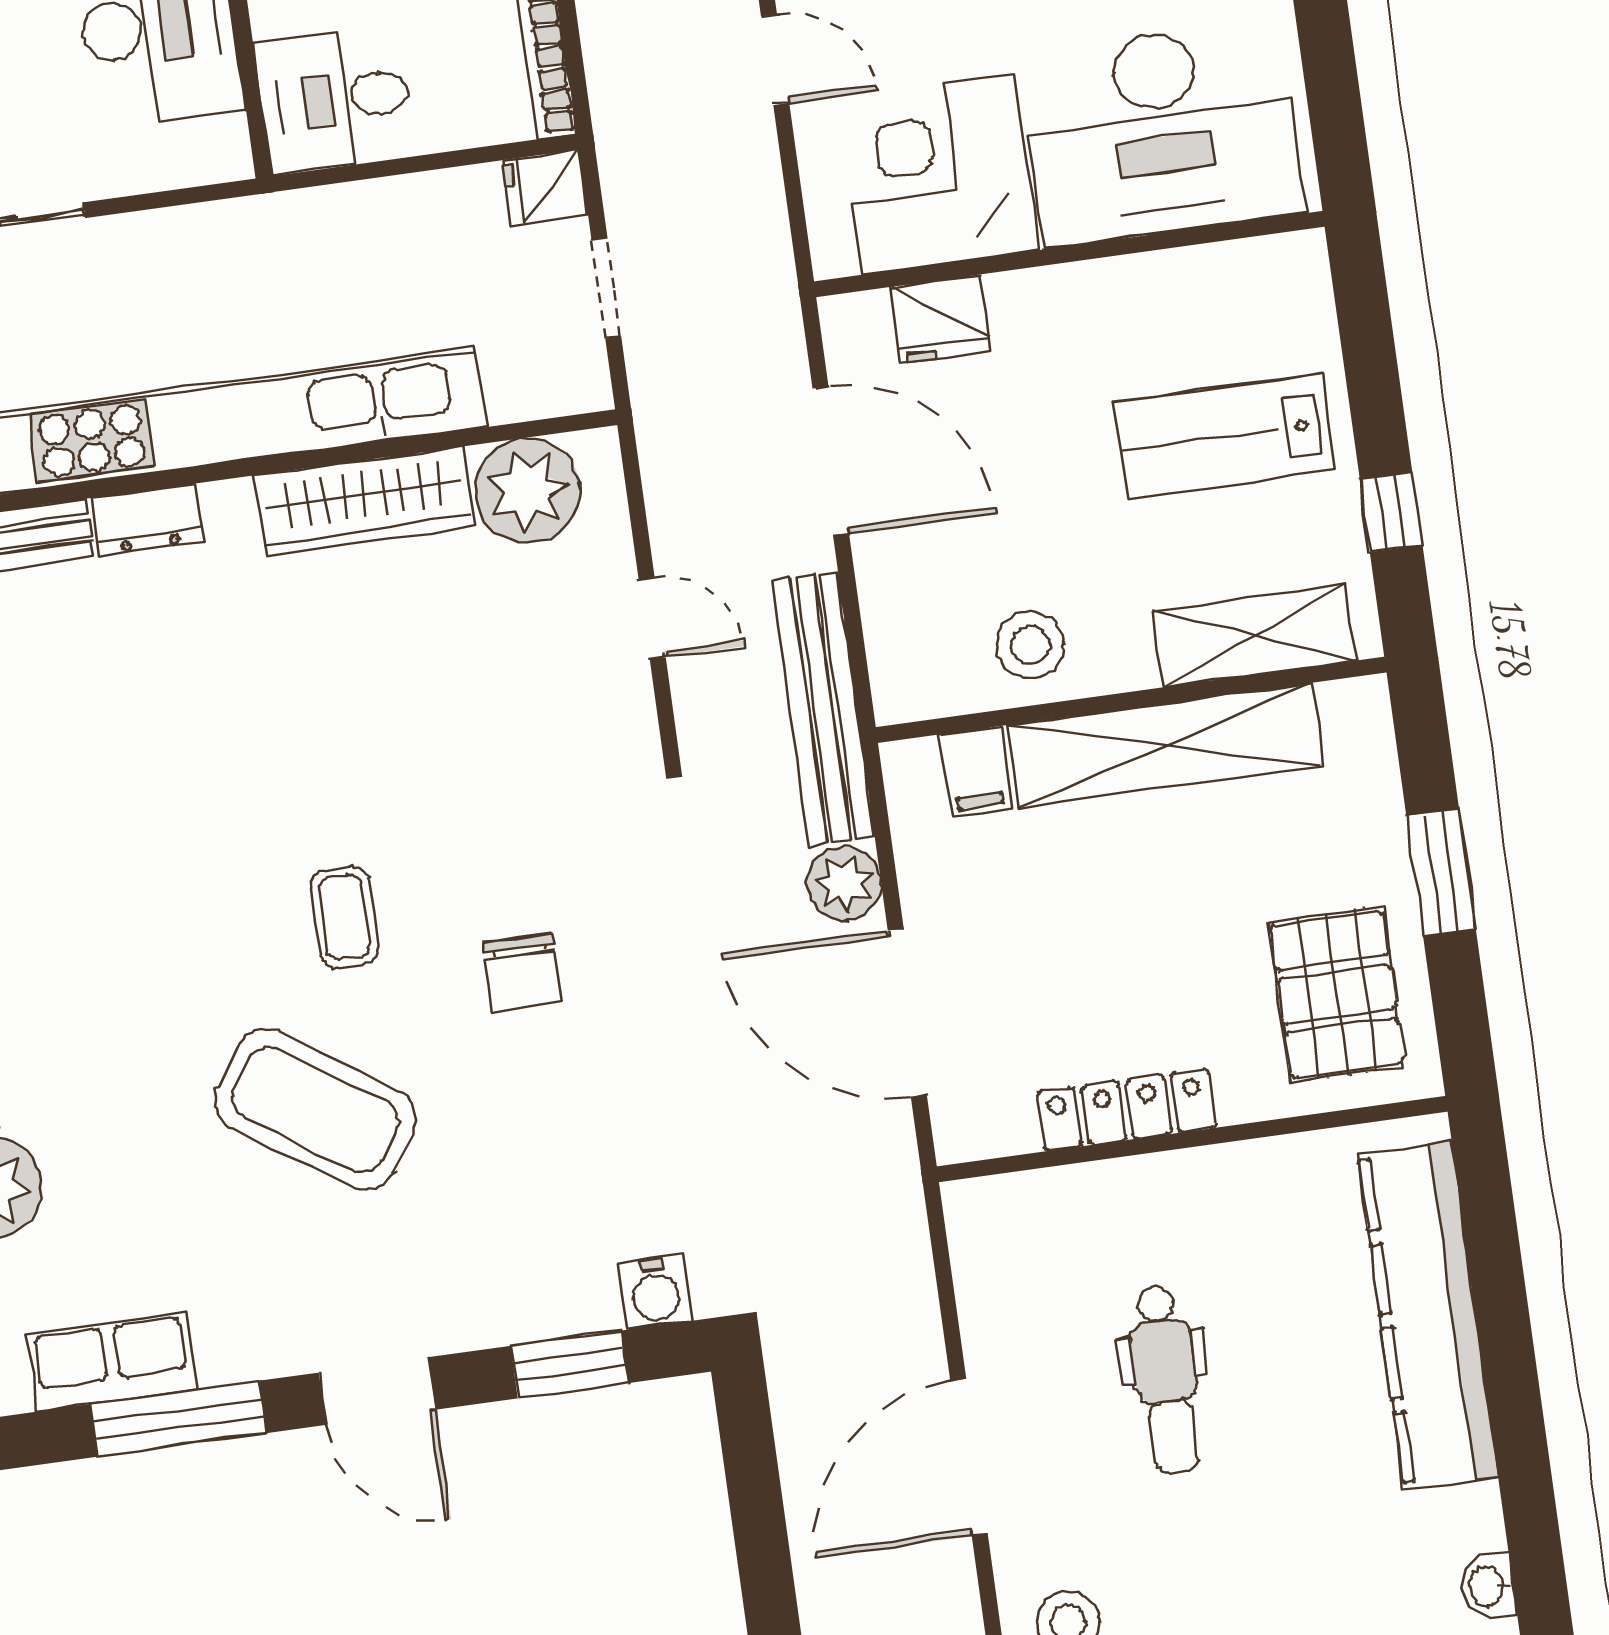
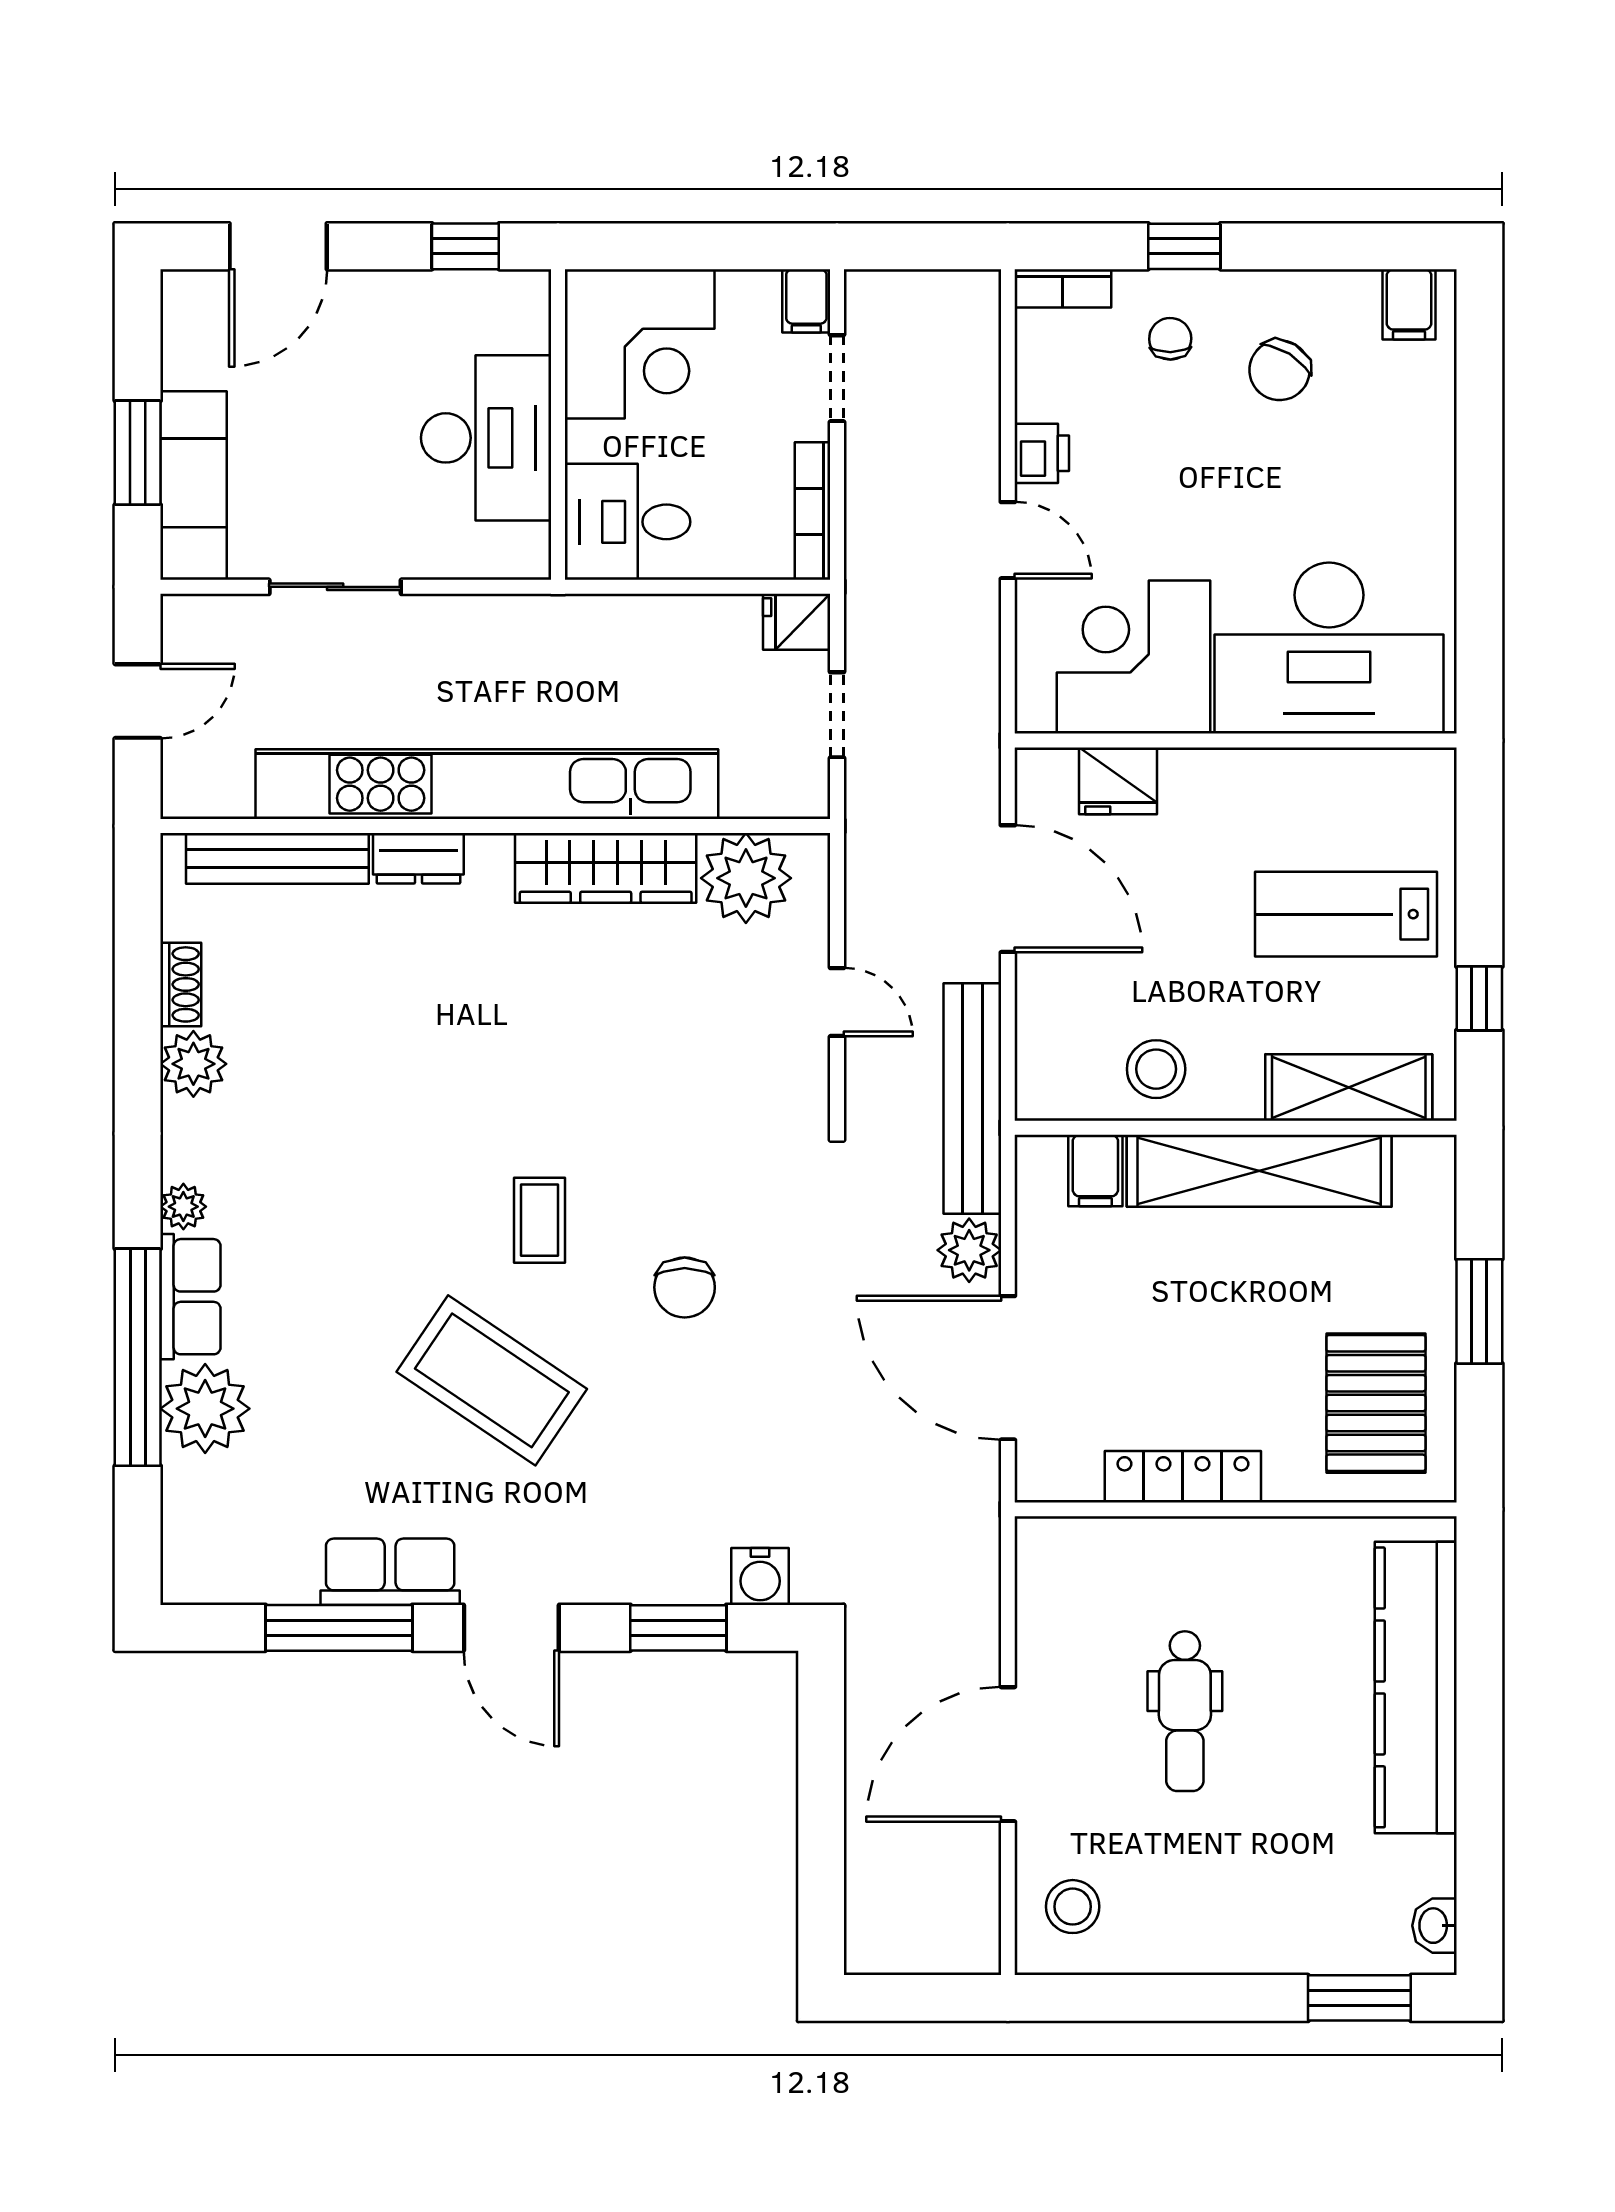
row of seats: (111, 1362) -> (390, 1572), moved

